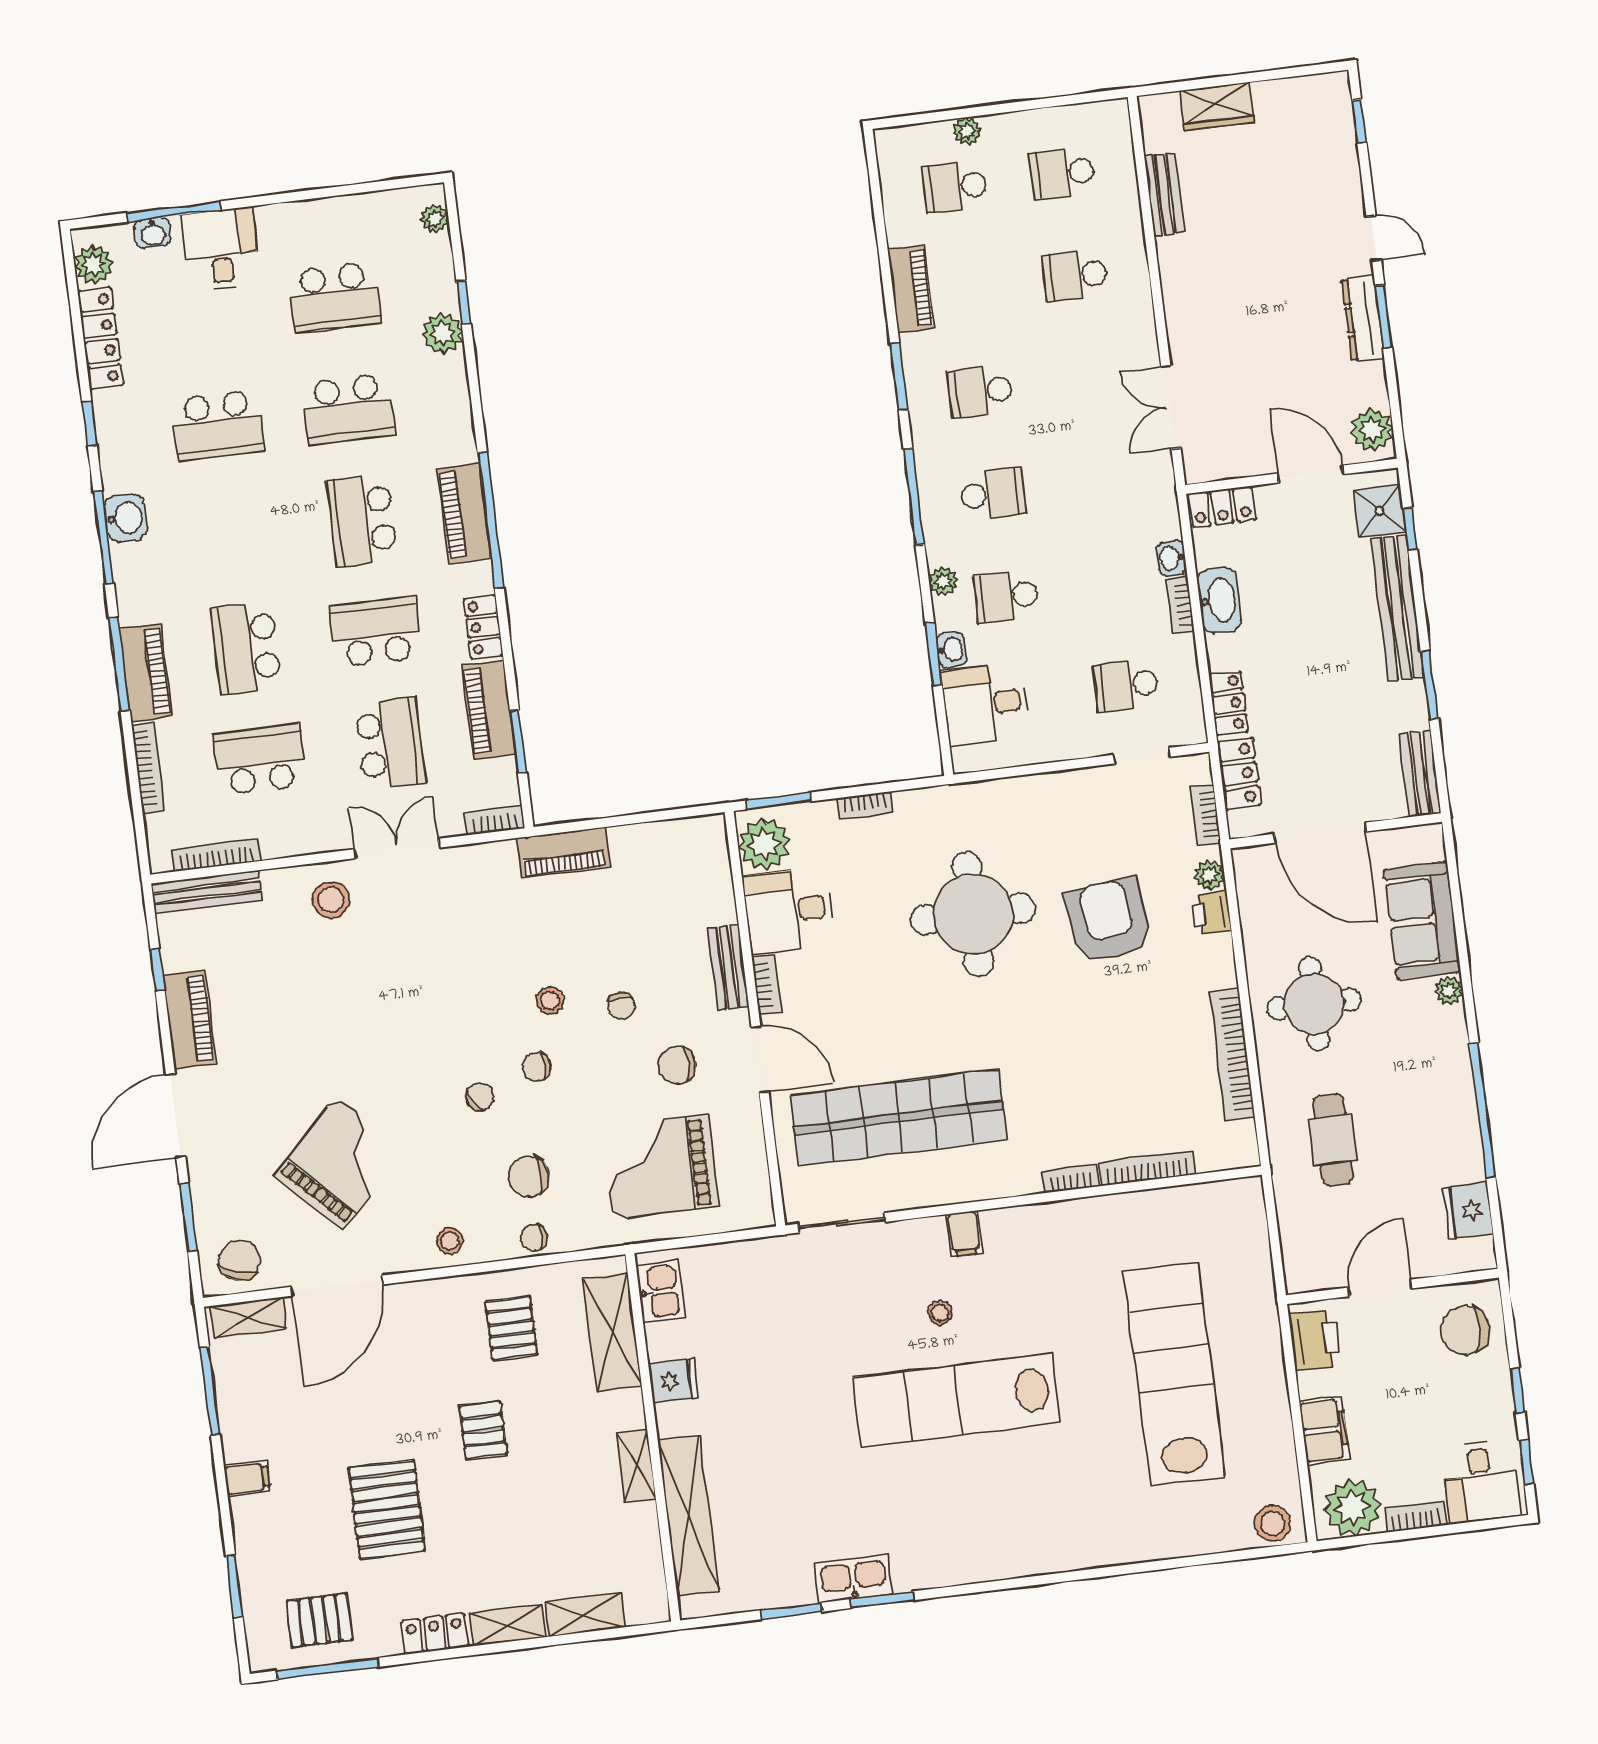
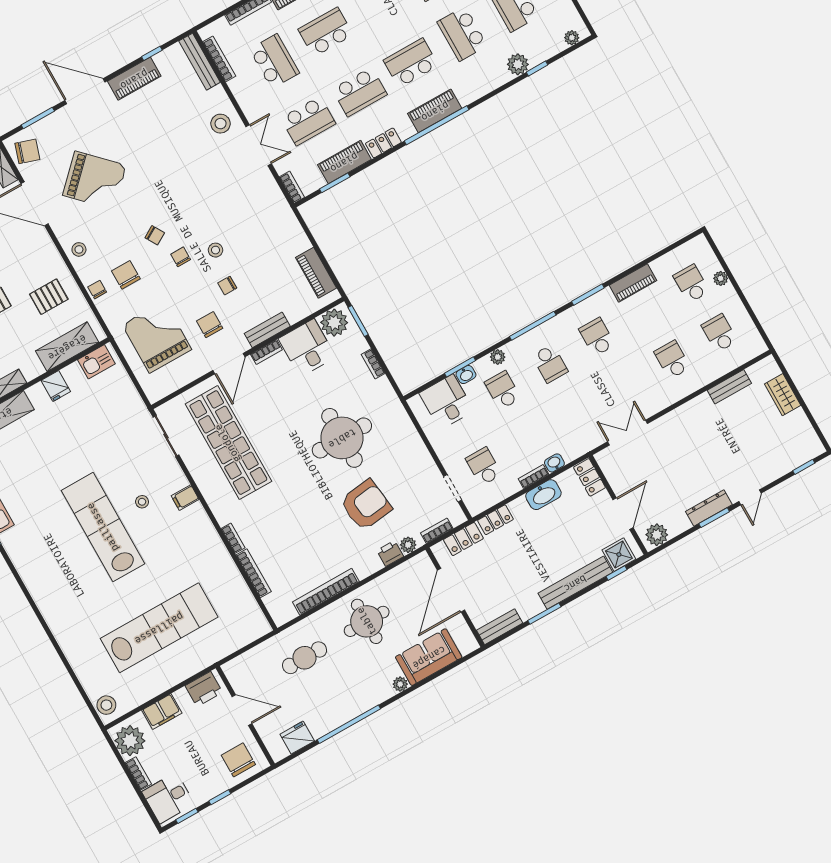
school desk: (376, 632) -> (360, 92), turned 90
piano: (563, 852) -> (316, 273), moved

